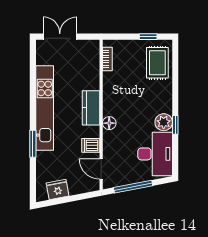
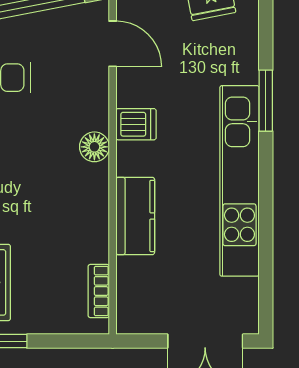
kitchen counter: (91, 108) -> (135, 216), moved
dishwasher: (91, 145) -> (136, 124), moved

